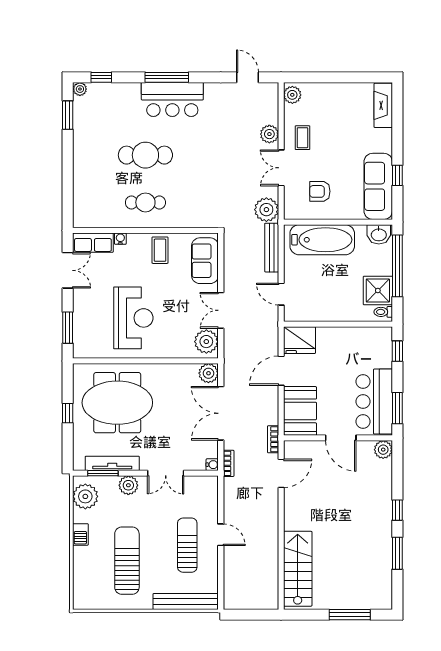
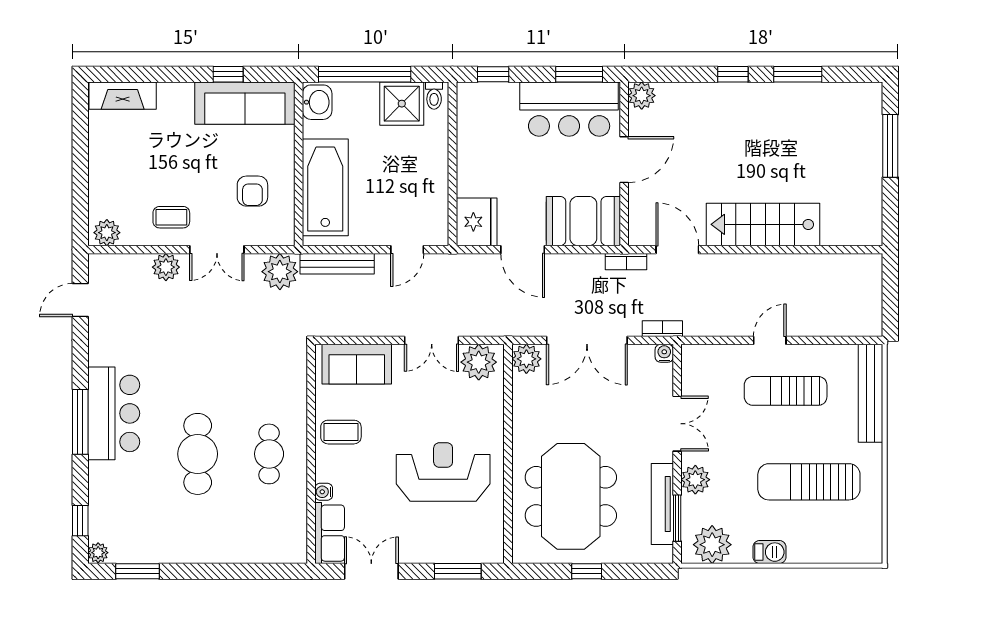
stairs: (298, 569) -> (763, 224), moved

